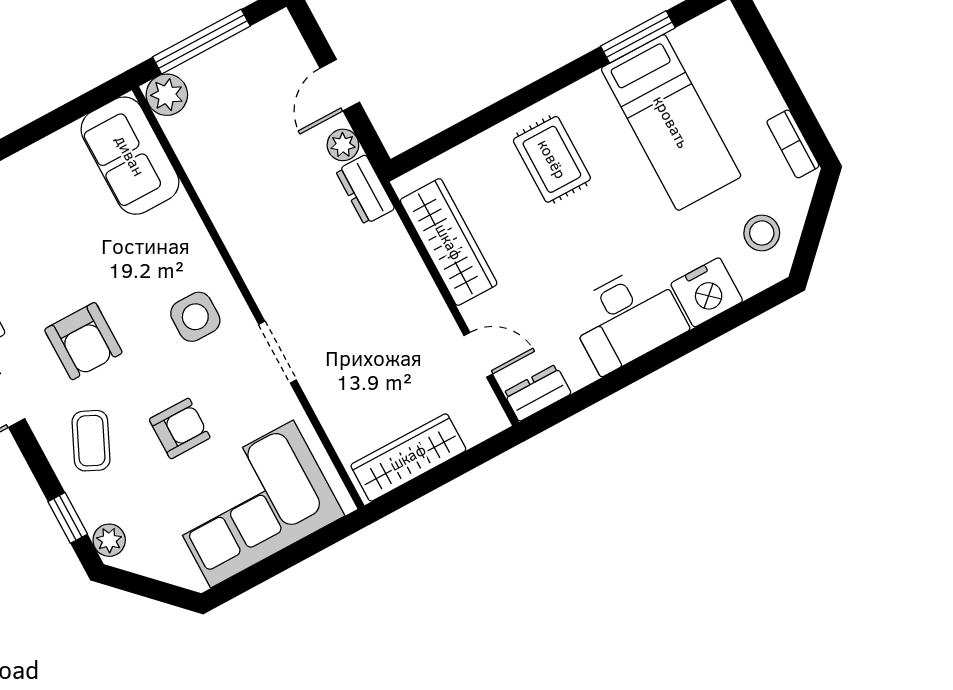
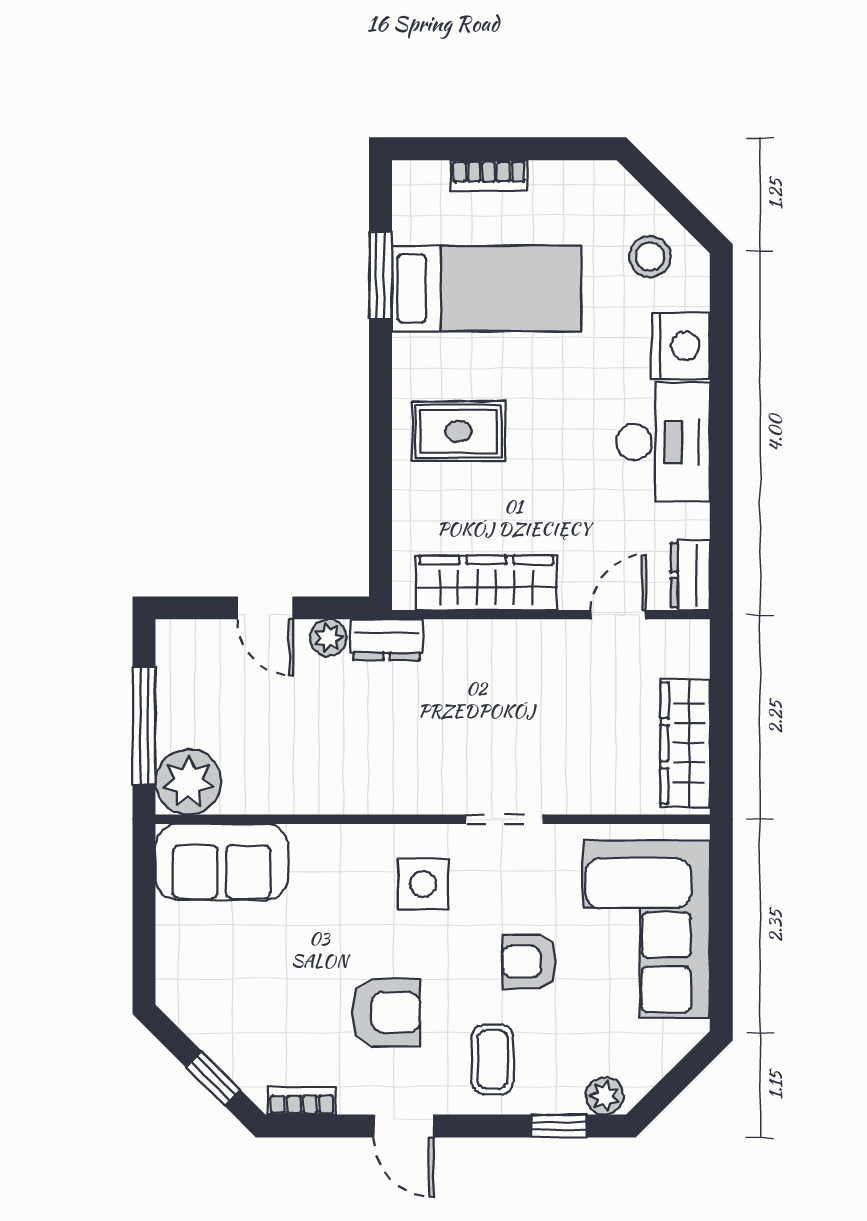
plant: (167, 95) -> (188, 782), width x1.36, depth x1.36
bookcase: (793, 144) -> (489, 175), moved
armchair: (180, 428) -> (529, 962), turned -90
coffee table: (91, 441) -> (493, 1059), turned 65

